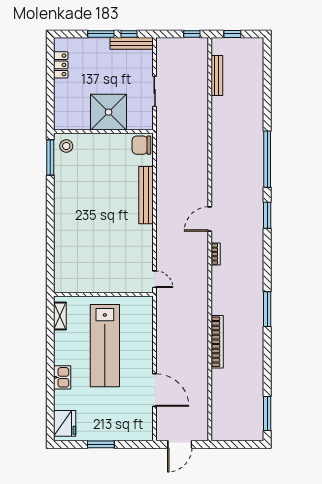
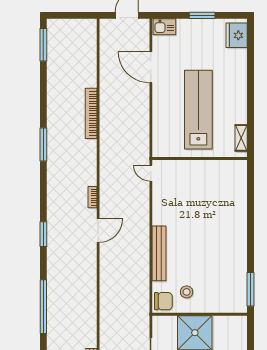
stool: (66, 146) -> (187, 292), moved
window: (267, 159) -> (43, 307), moved
kitchen sink: (62, 377) -> (164, 27), moved, turned -90

